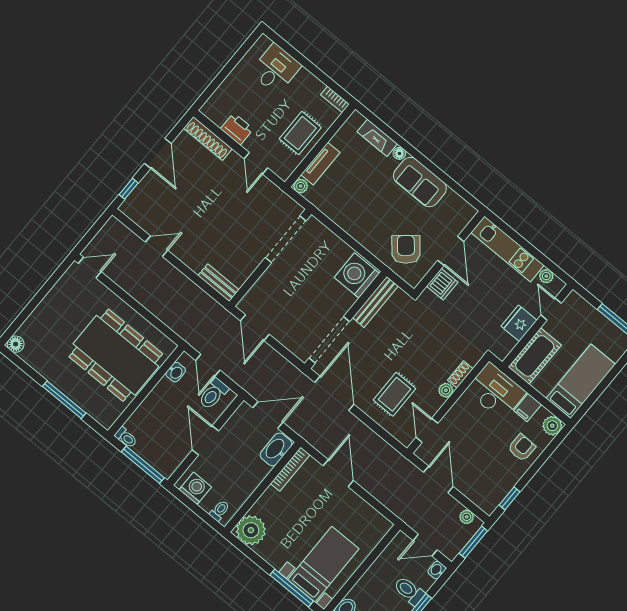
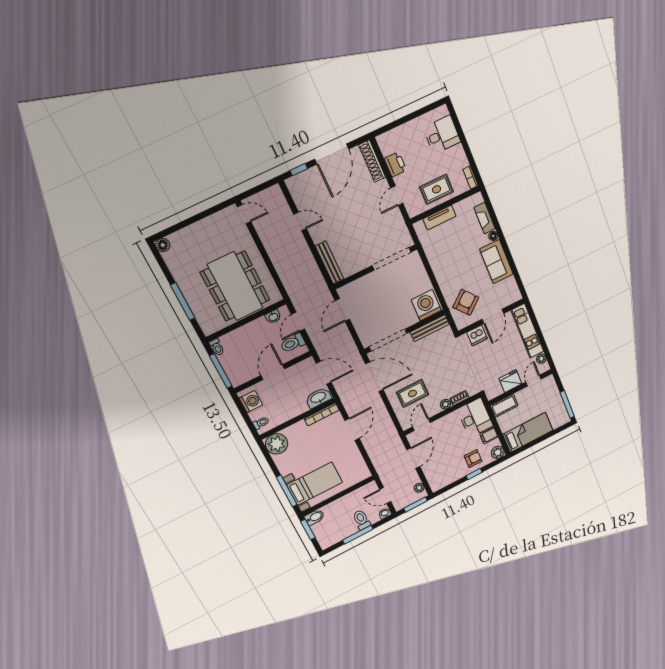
door: (158, 153) -> (332, 154), width x1.36
plant: (301, 186) -> (419, 227), removed
bench: (219, 283) -> (330, 263), width x1.36
cot: (535, 356) -> (504, 406), width x0.73, depth x0.75
door: (334, 393) -> (374, 377), hinge flipped
window: (509, 498) -> (474, 474), moved

